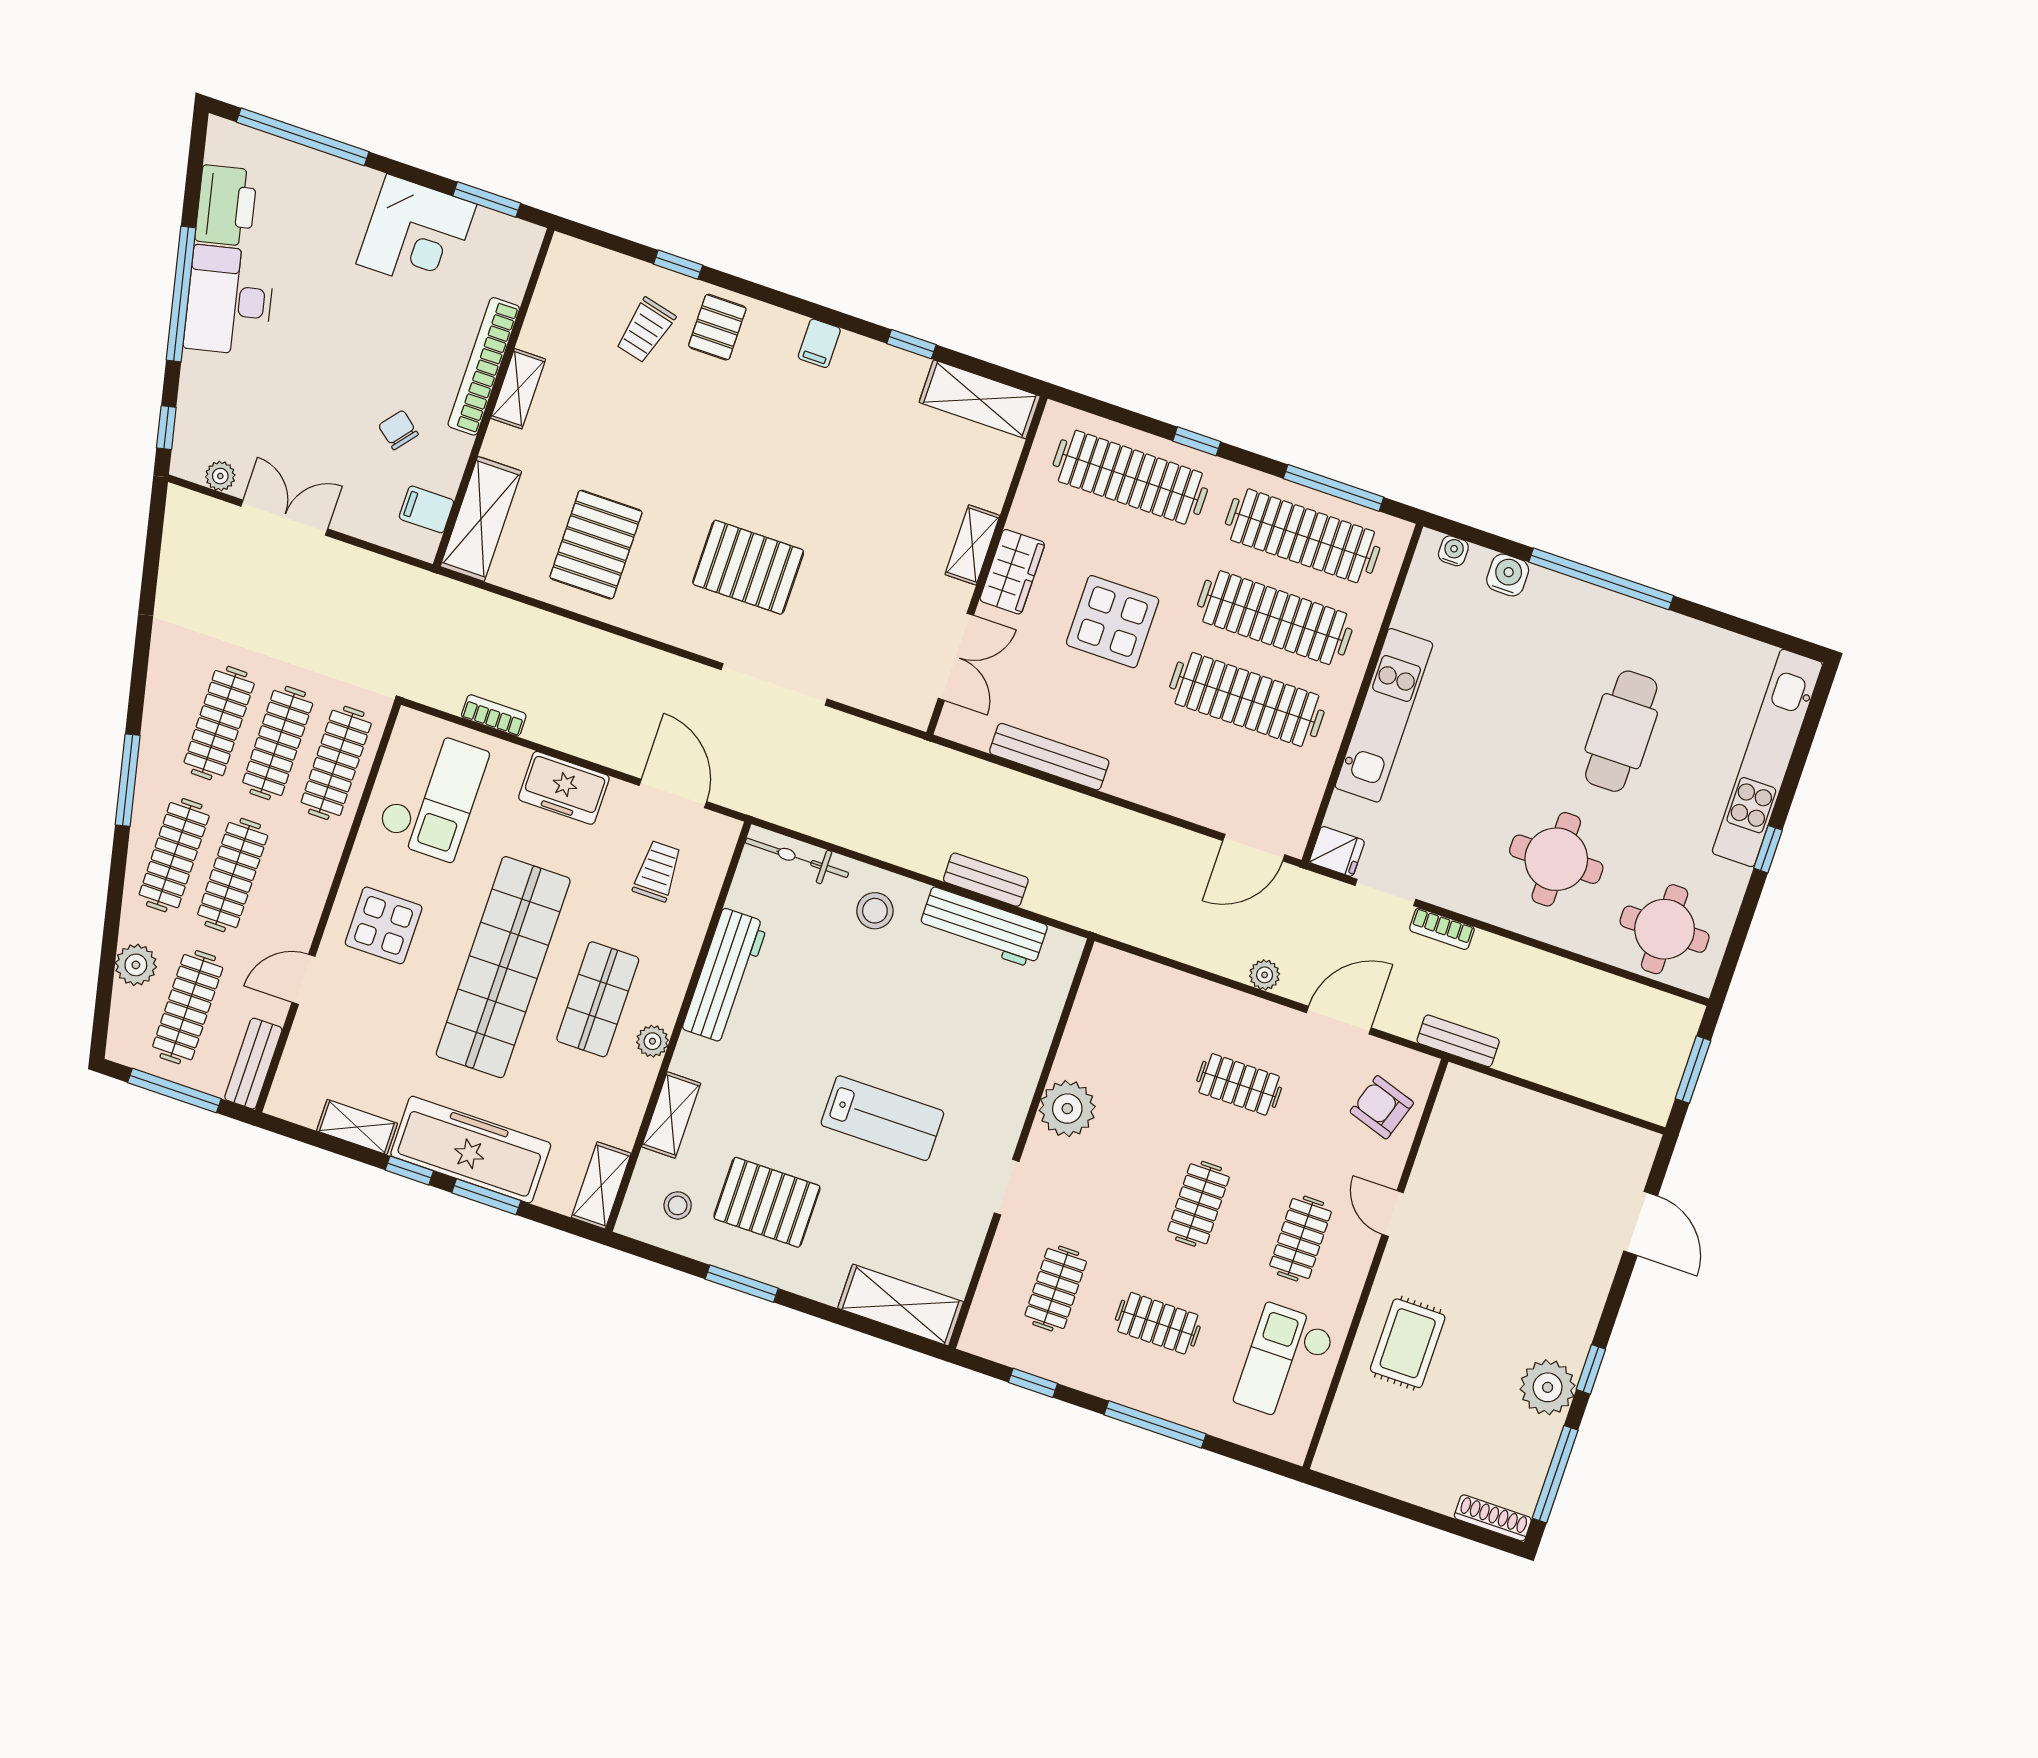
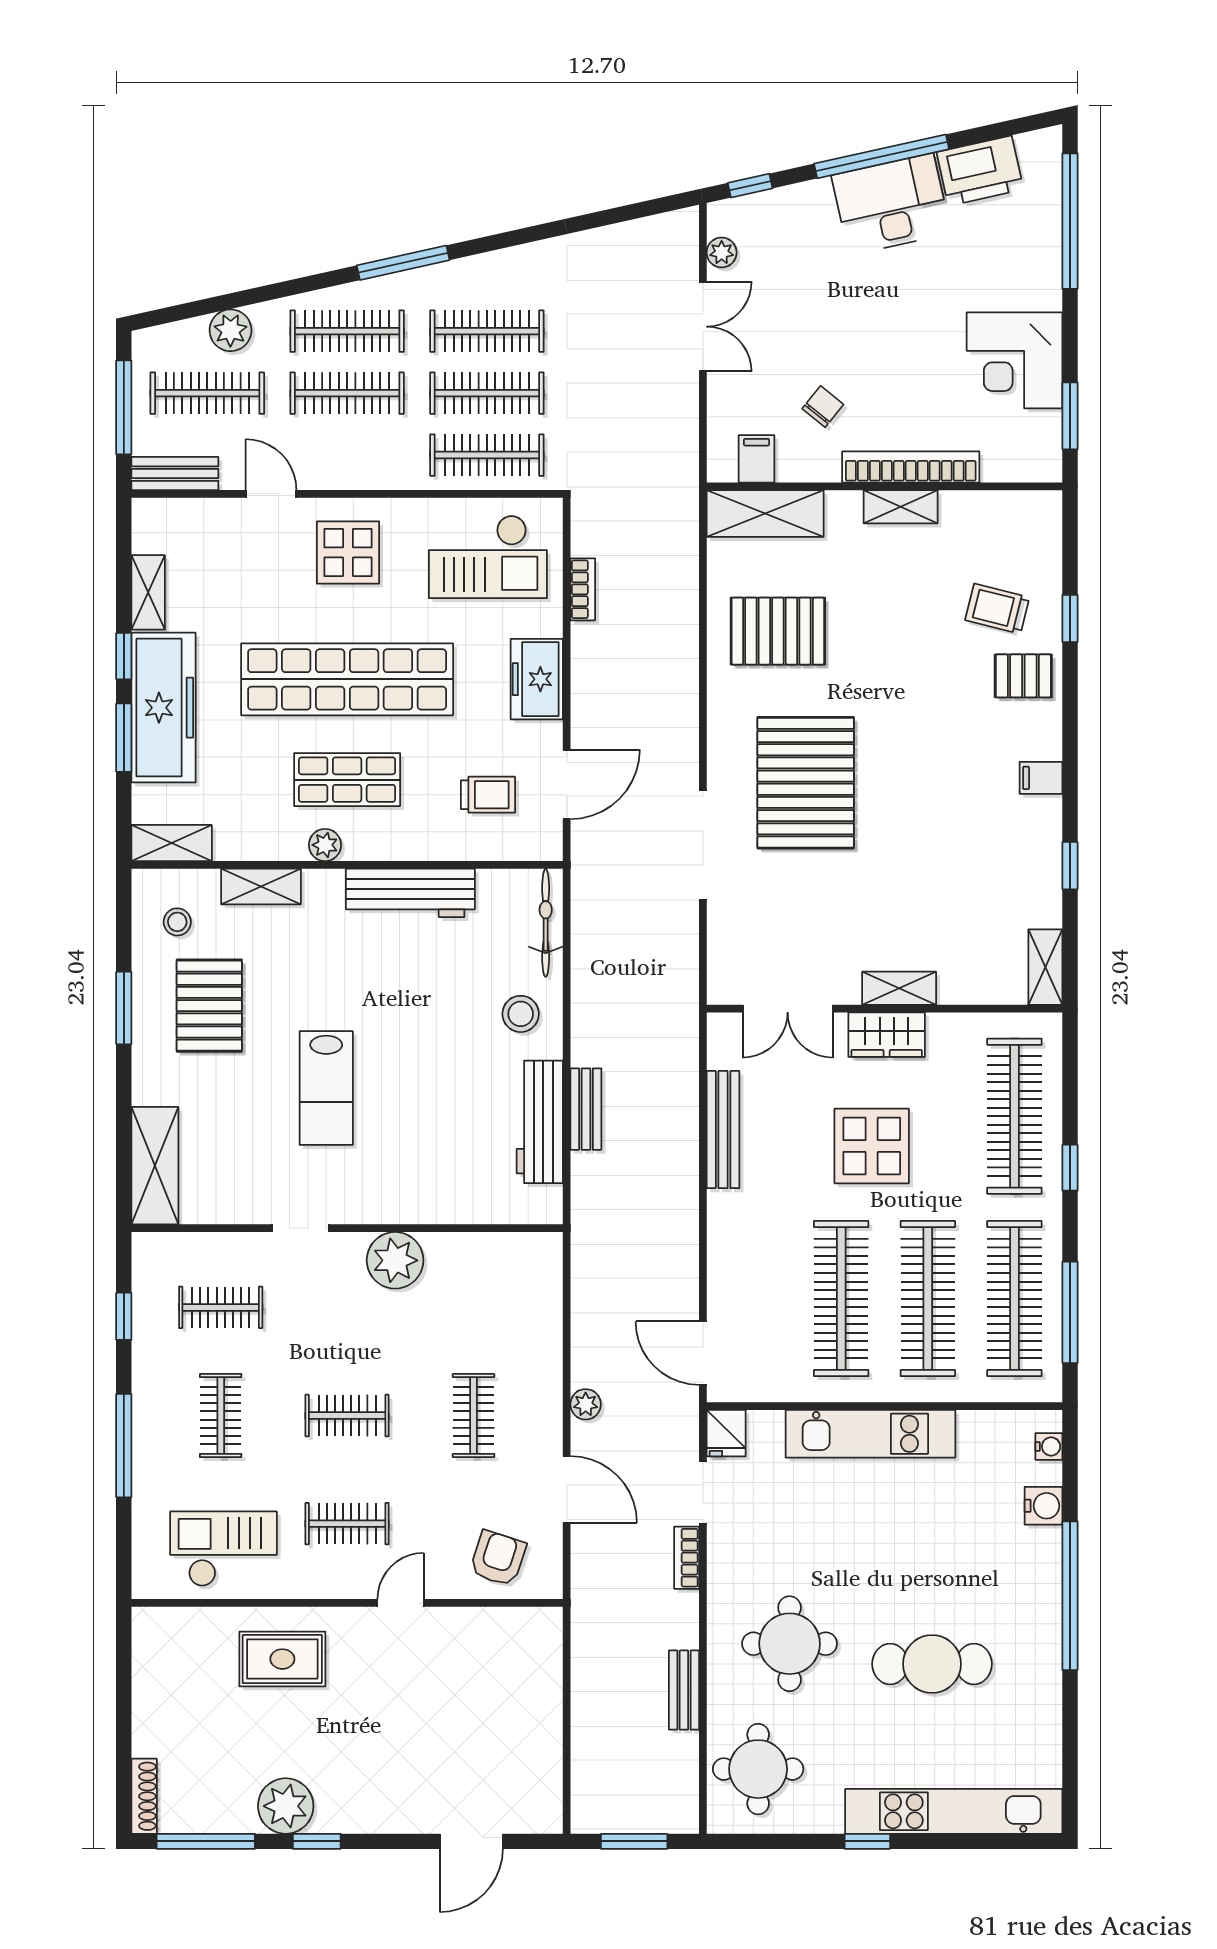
shelving: (980, 399) -> (1045, 967), width x0.67, depth x0.75
pallet: (748, 567) -> (806, 783), width x1.37, depth x1.41
bench: (1458, 1041) -> (684, 1690), moved

